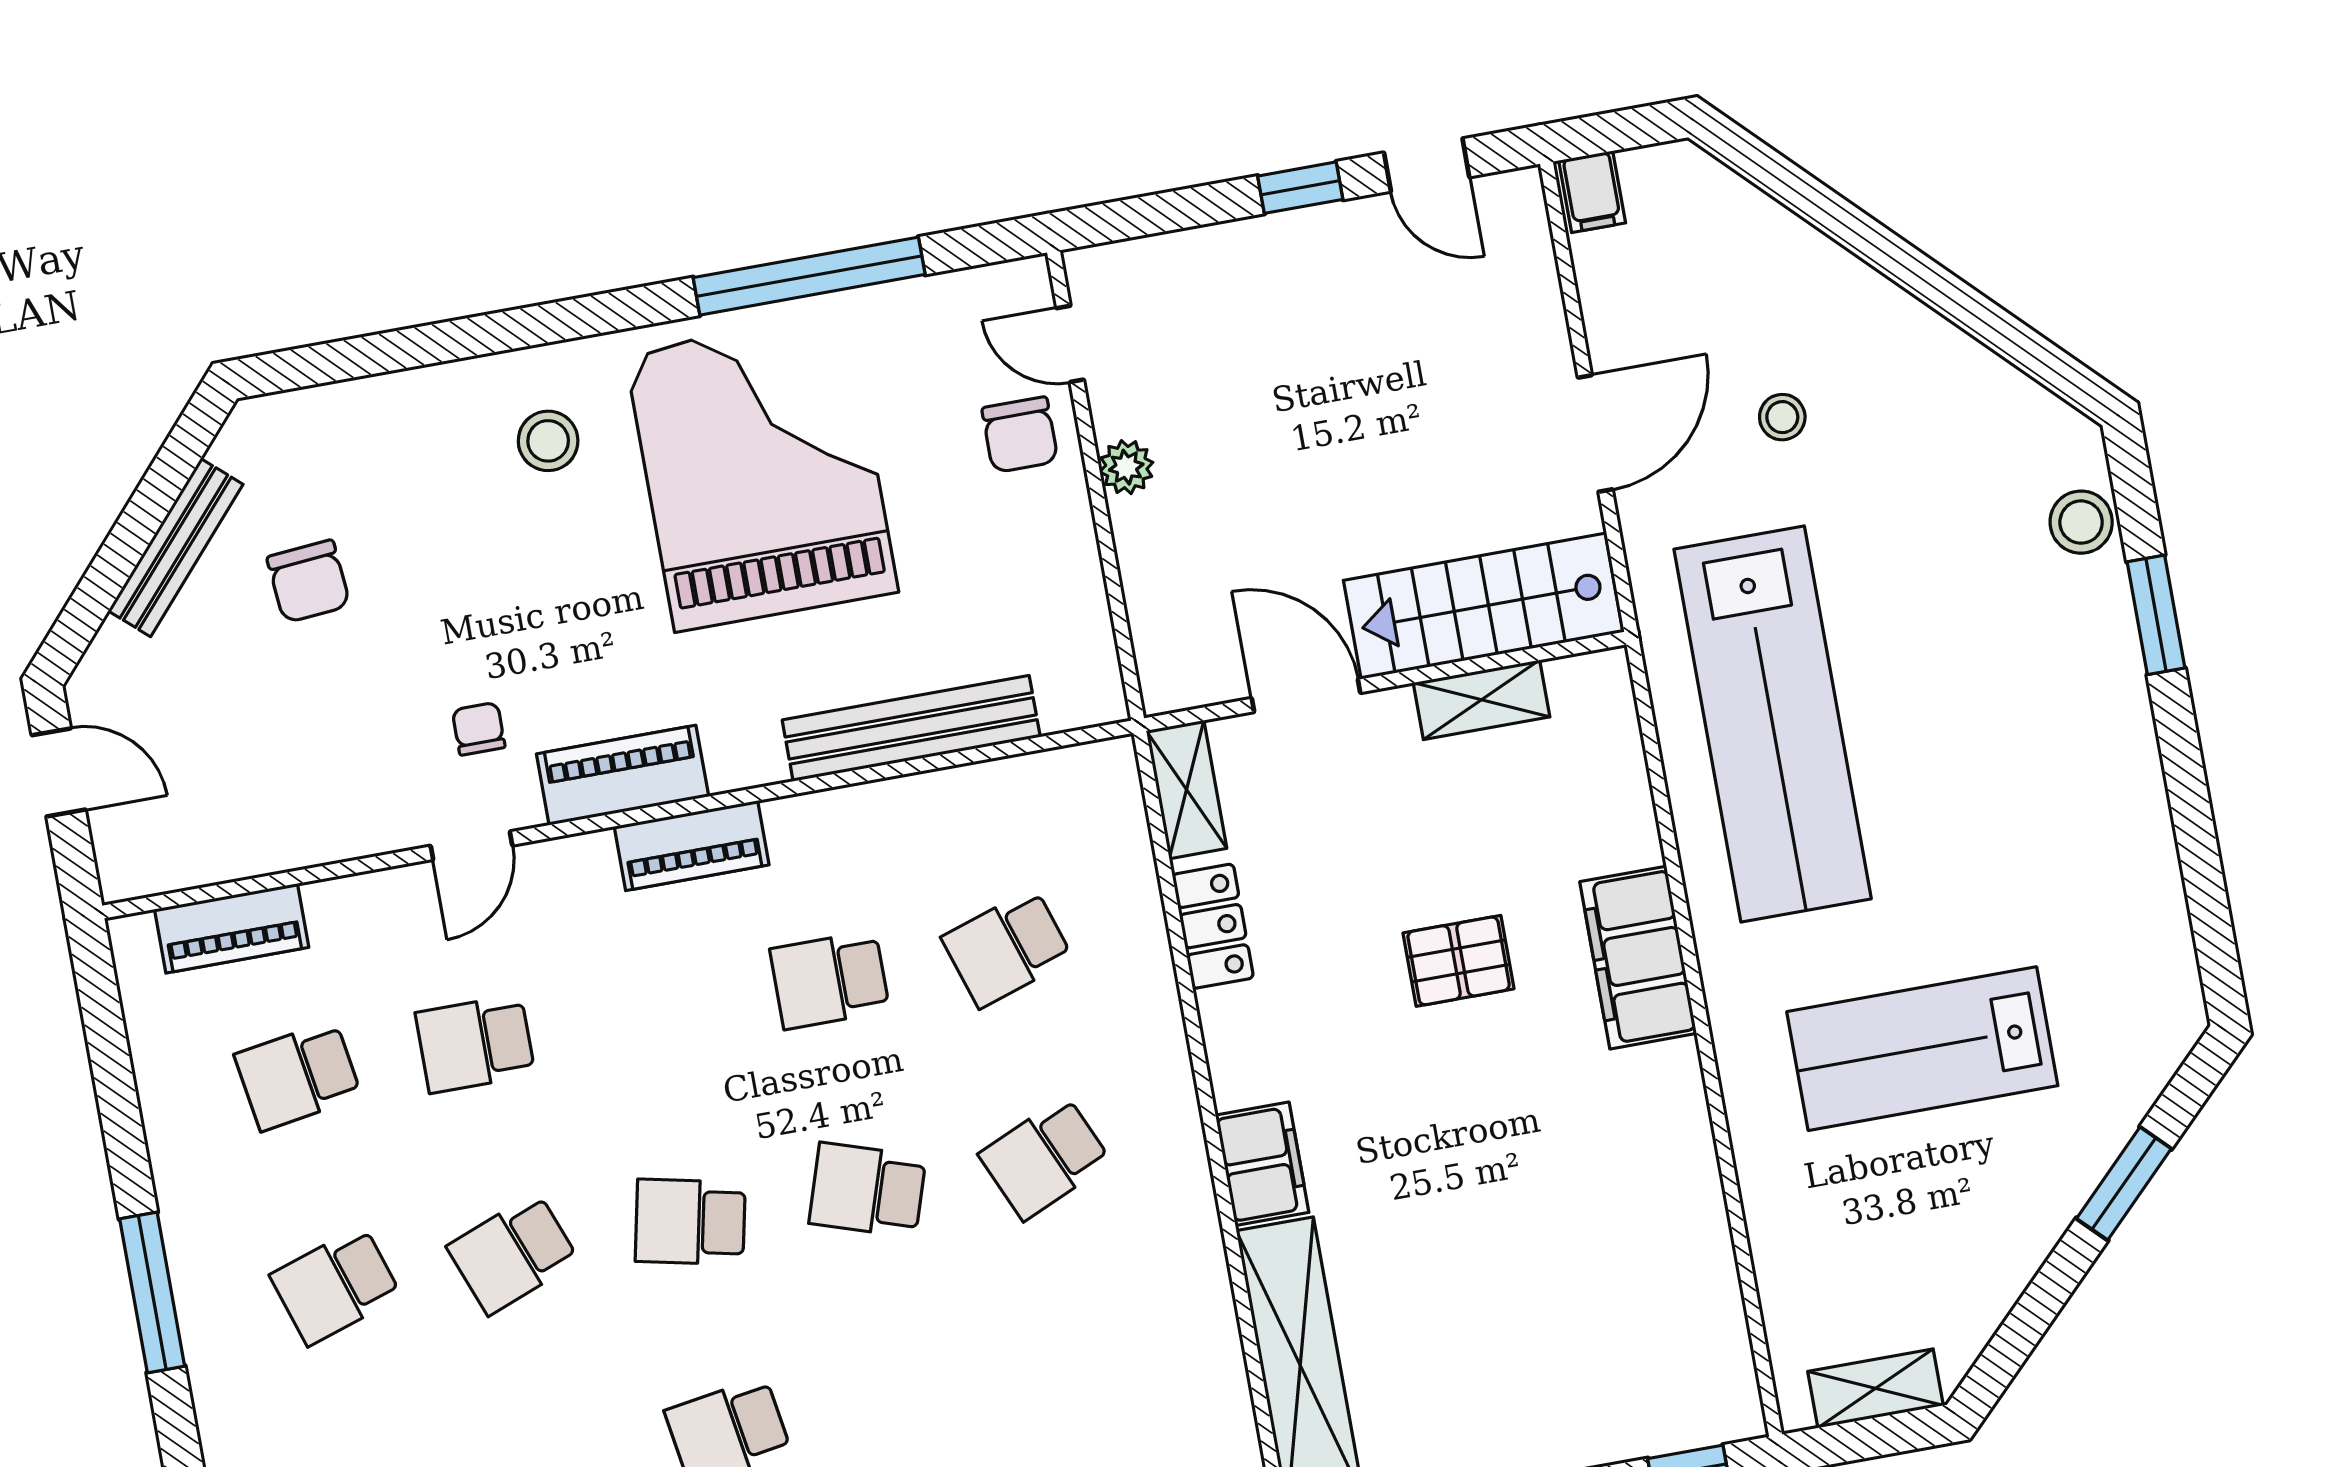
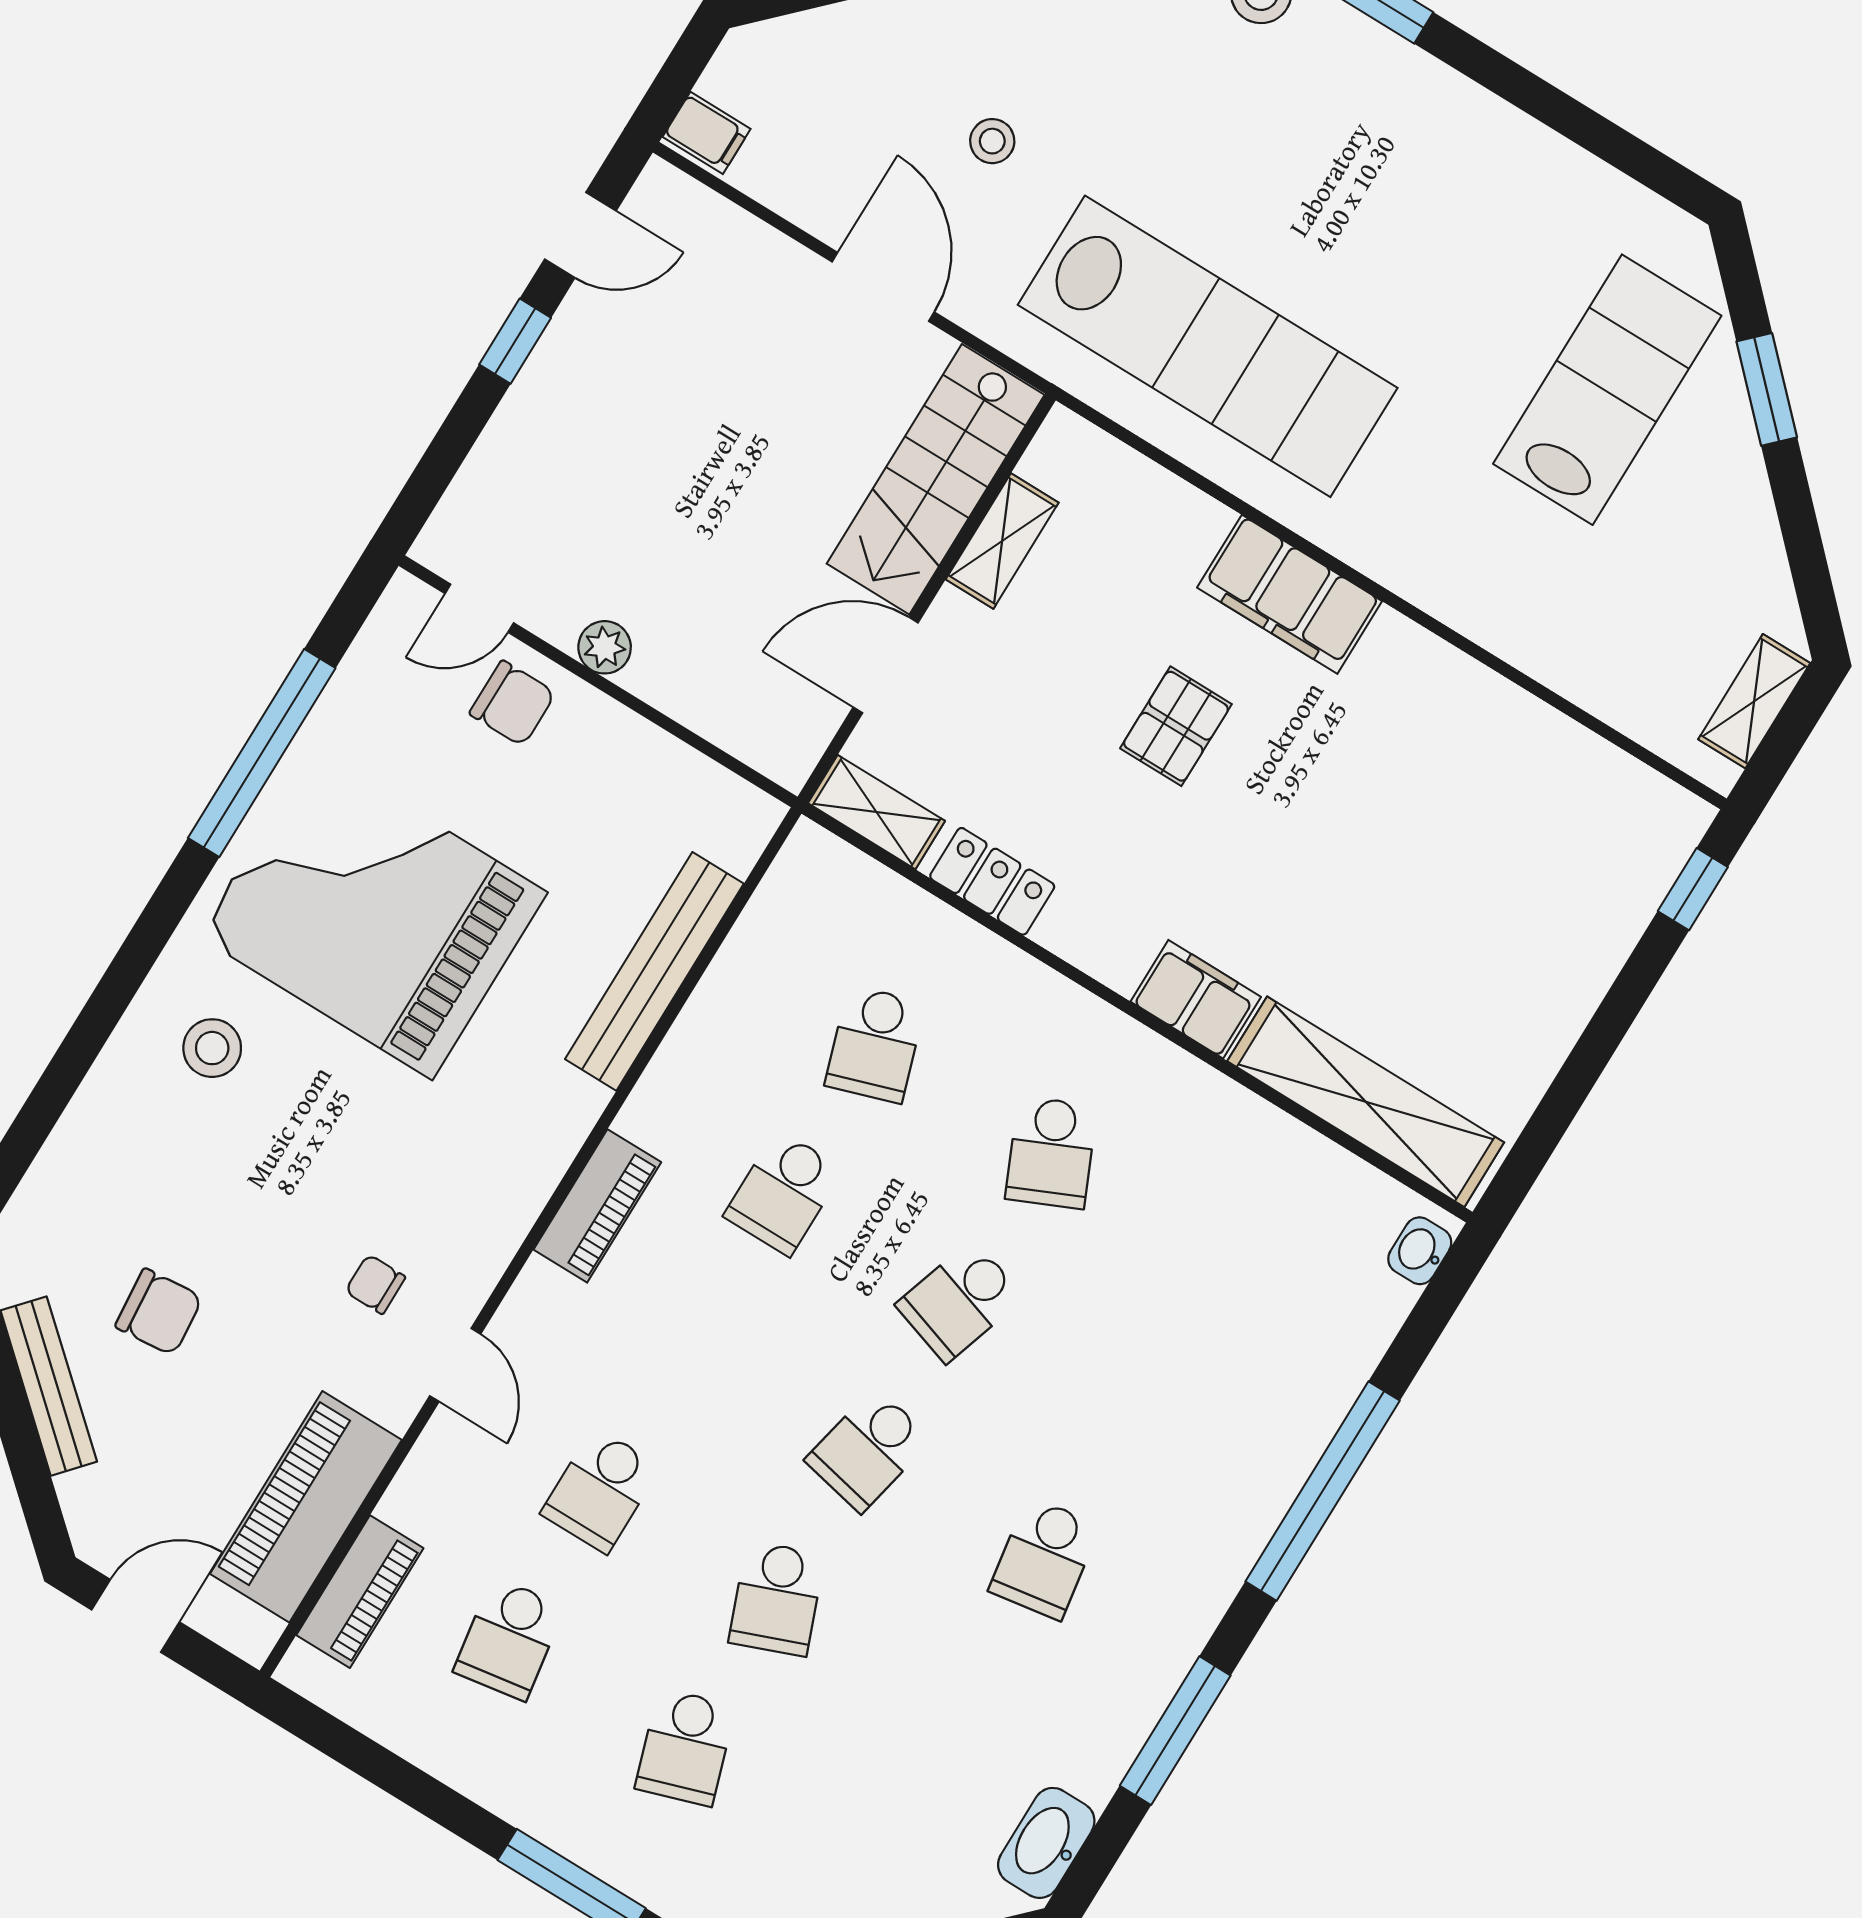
piano: (623, 775) -> (306, 1507), moved, width x1.37, depth x1.33
lab bench: (1922, 1049) -> (1607, 390), moved, turned 180

